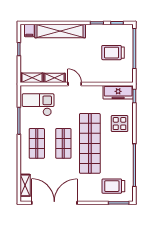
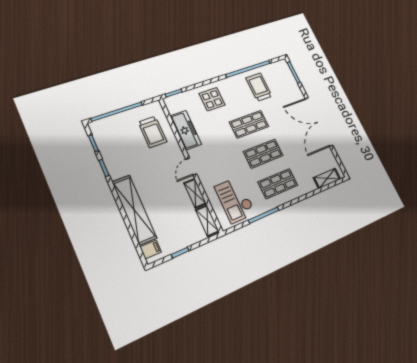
trolley: (113, 53) -> (153, 132), moved
freezer: (118, 92) -> (186, 130), moved
shop shelf: (90, 143) -> (249, 124), width x0.50, depth x0.74
trolley: (113, 186) -> (259, 87), moved, turned 180
double door: (54, 203) -> (319, 122), moved

